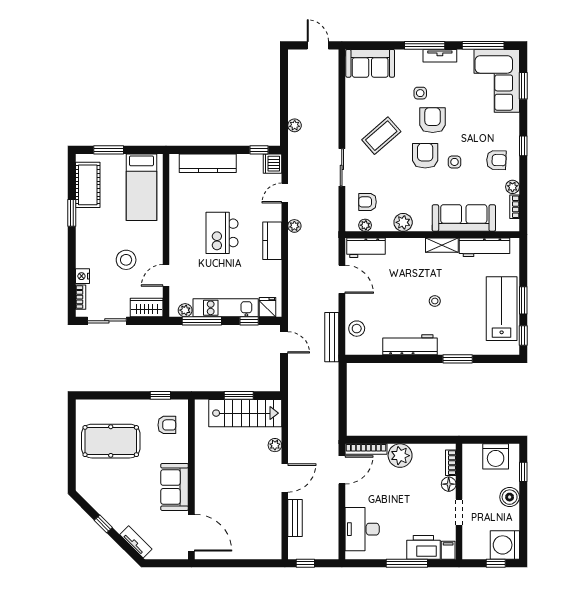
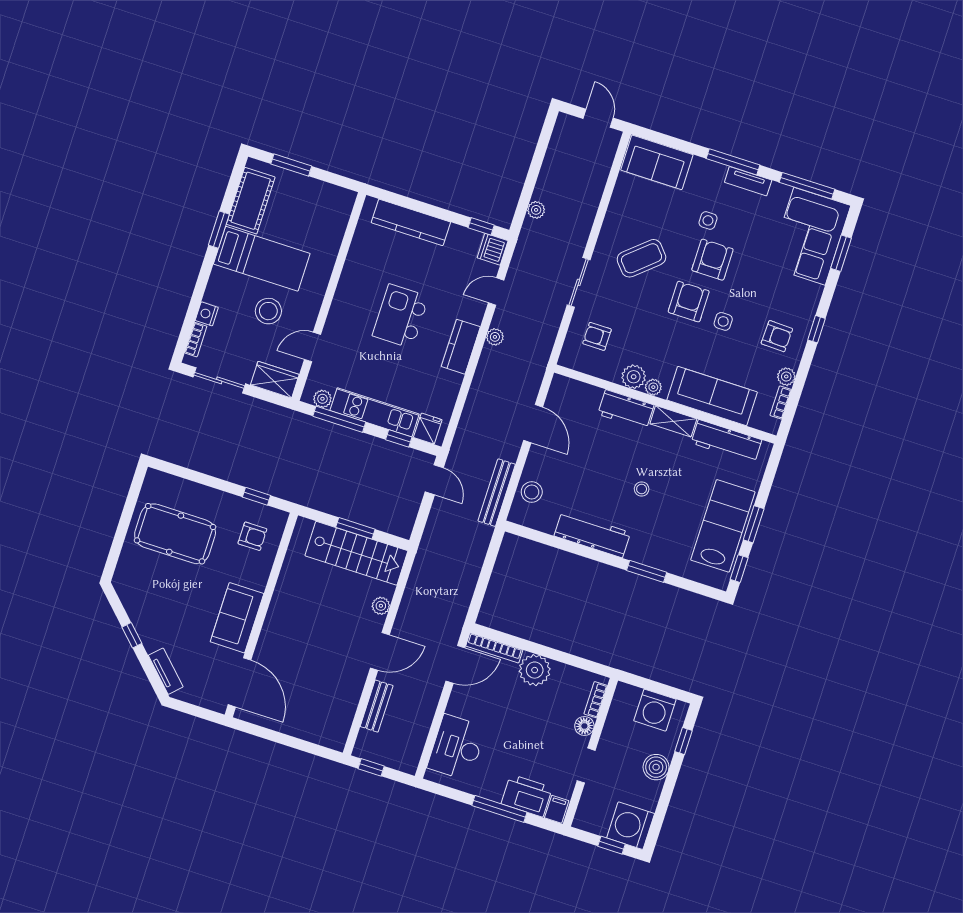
bed: (141, 187) -> (262, 259), moved, turned -90
plant: (365, 225) -> (653, 387), moved
workbench: (366, 248) -> (626, 410), moved

